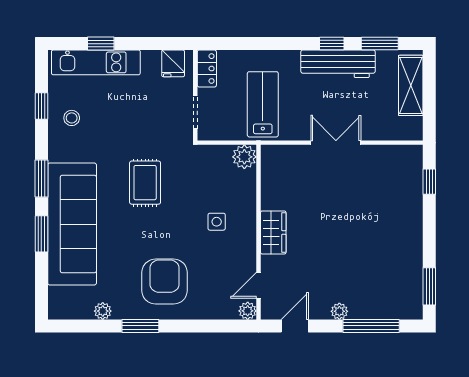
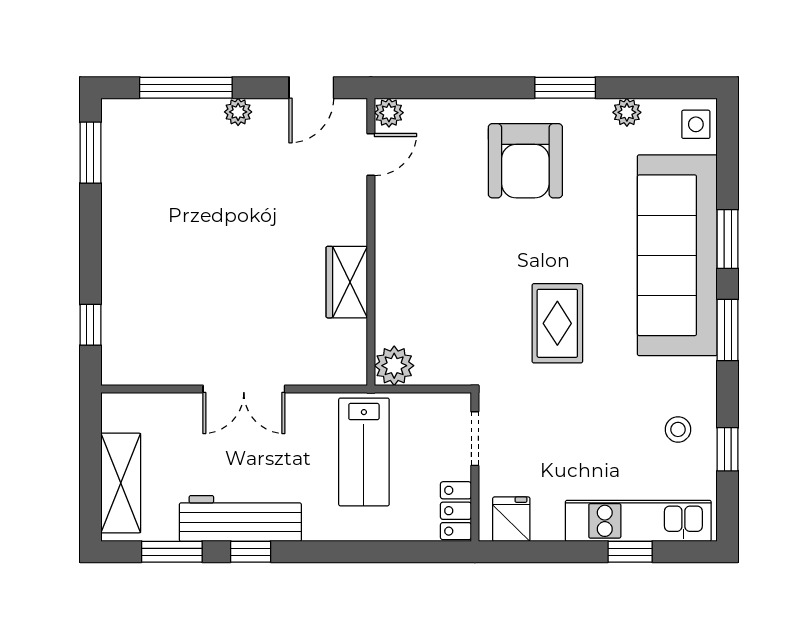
side table: (217, 222) -> (696, 124), moved
wardrobe: (273, 232) -> (347, 282), moved

